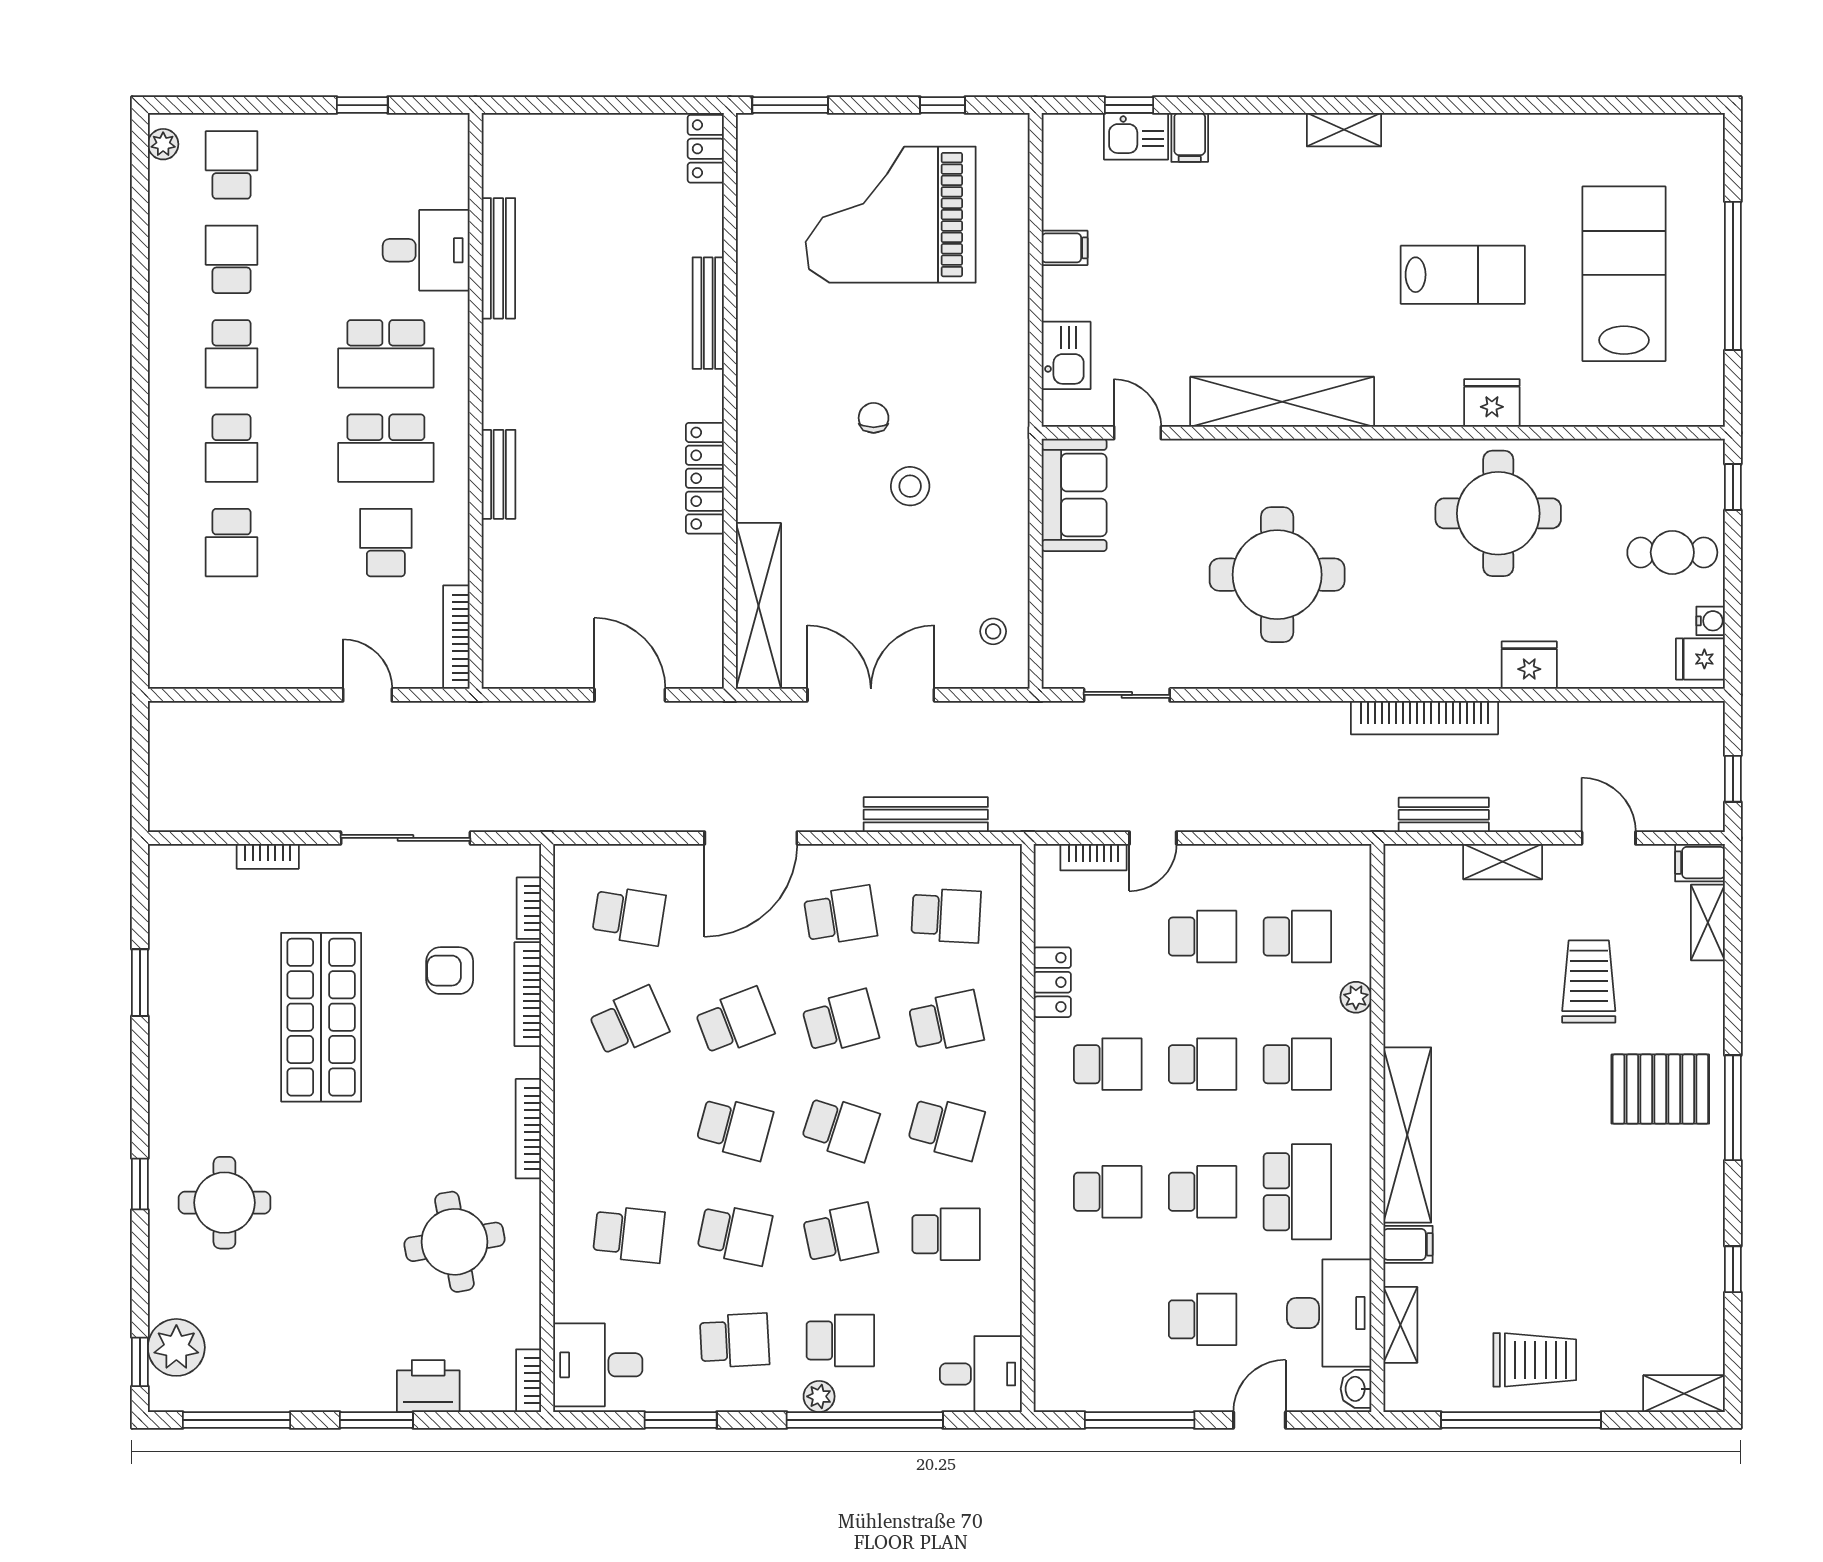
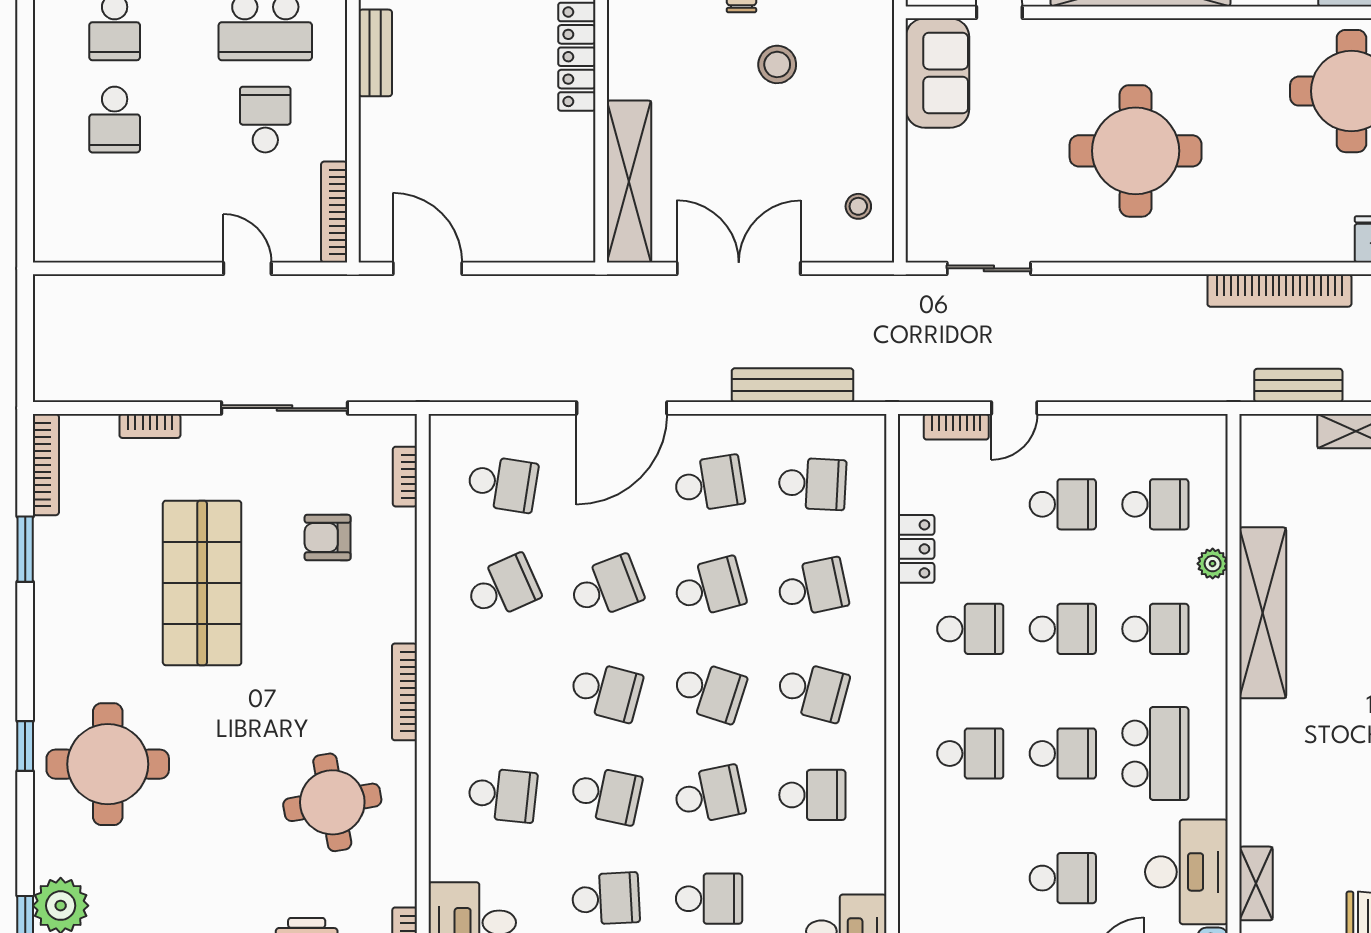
door: (630, 695) -> (428, 268), moved
bookcase: (528, 994) -> (46, 465), moved, turned 180
shelving: (1407, 1135) -> (1263, 613), moved
round table: (224, 1203) -> (108, 764), width x1.36, depth x1.36
filing cabinet: (1408, 1244) -> (1263, 805), removed

